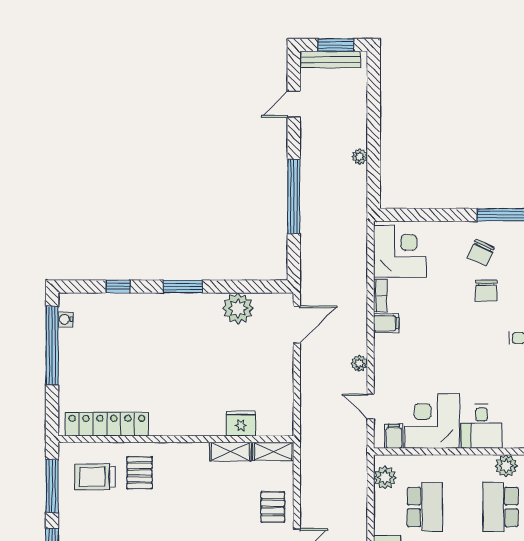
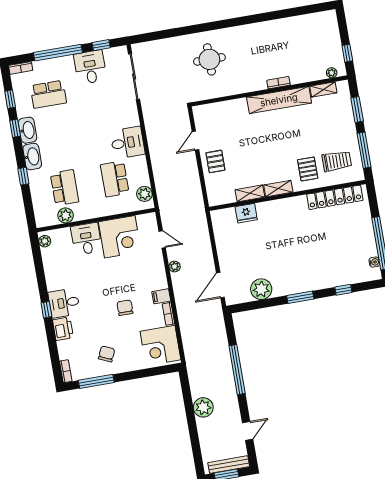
plant: (360, 157) -> (203, 407), width x1.88, depth x1.88
chair: (486, 291) -> (125, 308), moved
filing cabinet: (394, 436) -> (143, 222), removed
shelving: (273, 451) -> (278, 189), moved

